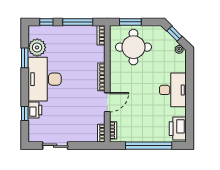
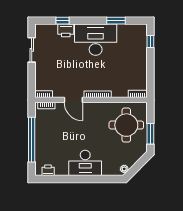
window: (78, 22) -> (150, 72), removed
window: (130, 22) -> (150, 134), moved
window: (174, 34) -> (139, 164), removed
plant: (37, 47) -> (126, 32), removed
printer: (178, 129) -> (48, 170), width x0.53, depth x0.68

